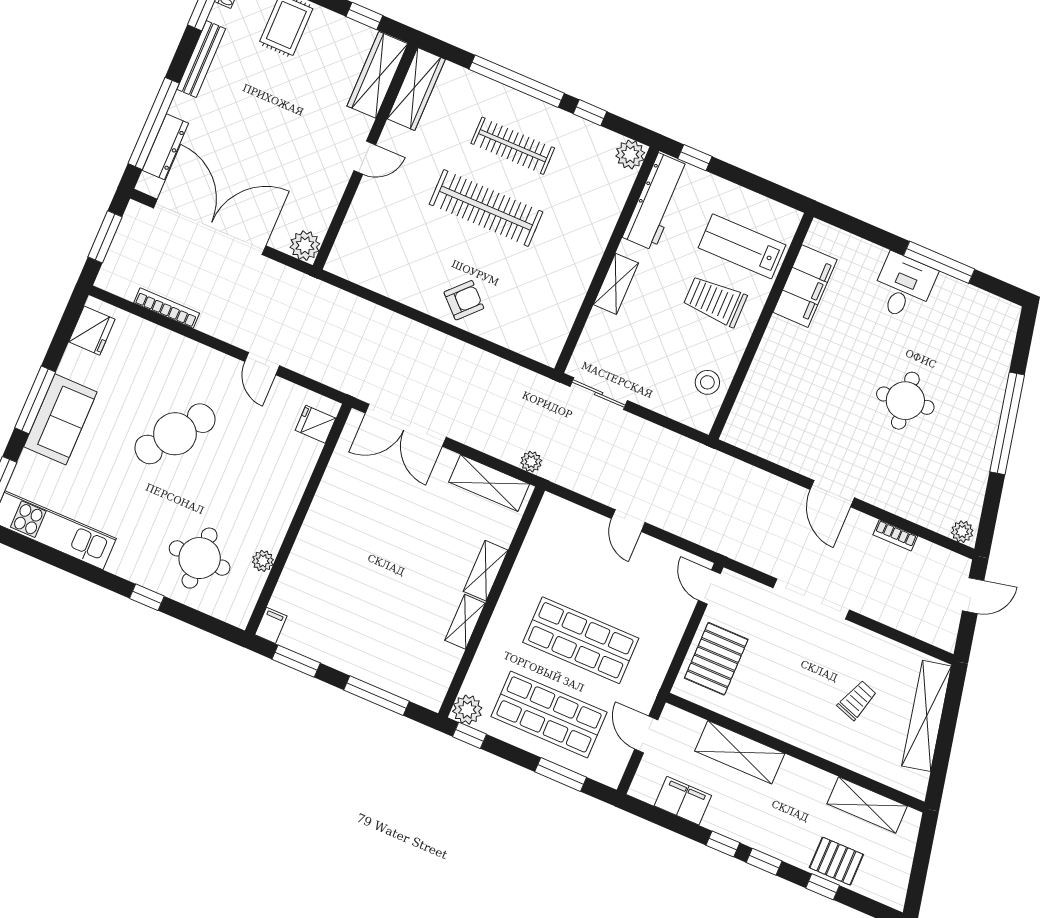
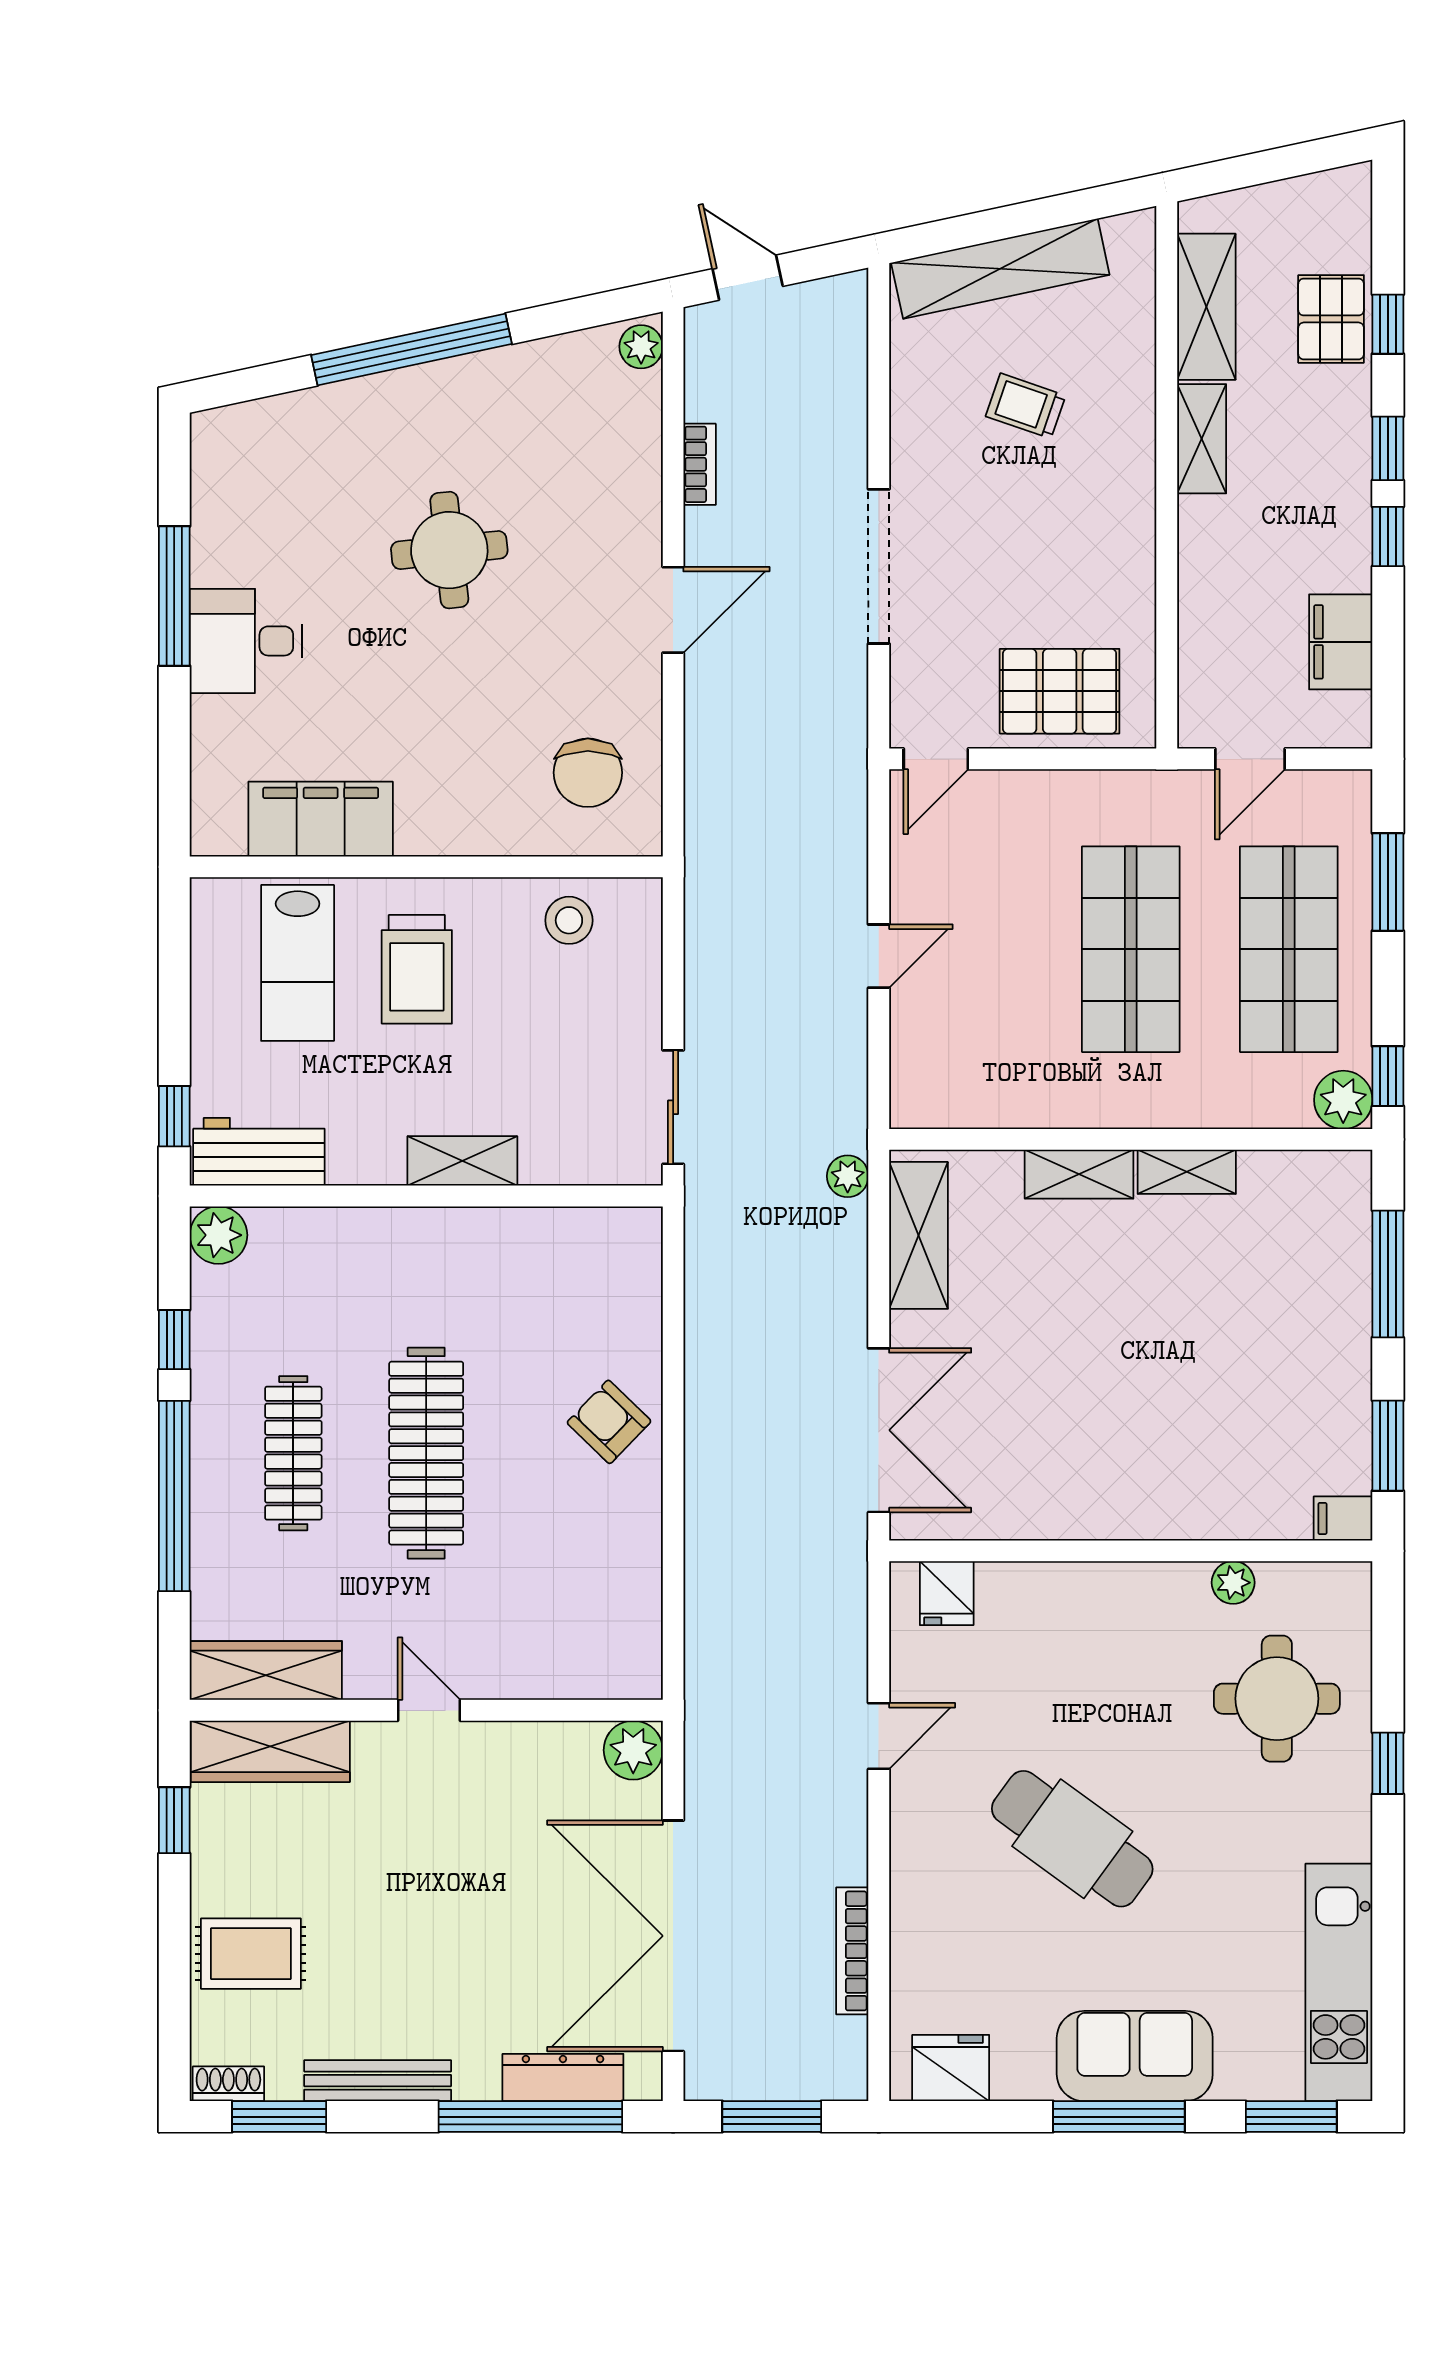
workbench: (656, 202) -> (259, 1152), width x0.73
chair: (773, 421) -> (588, 773), added
shelving: (740, 752) -> (1202, 439), moved, width x0.67, depth x0.75

